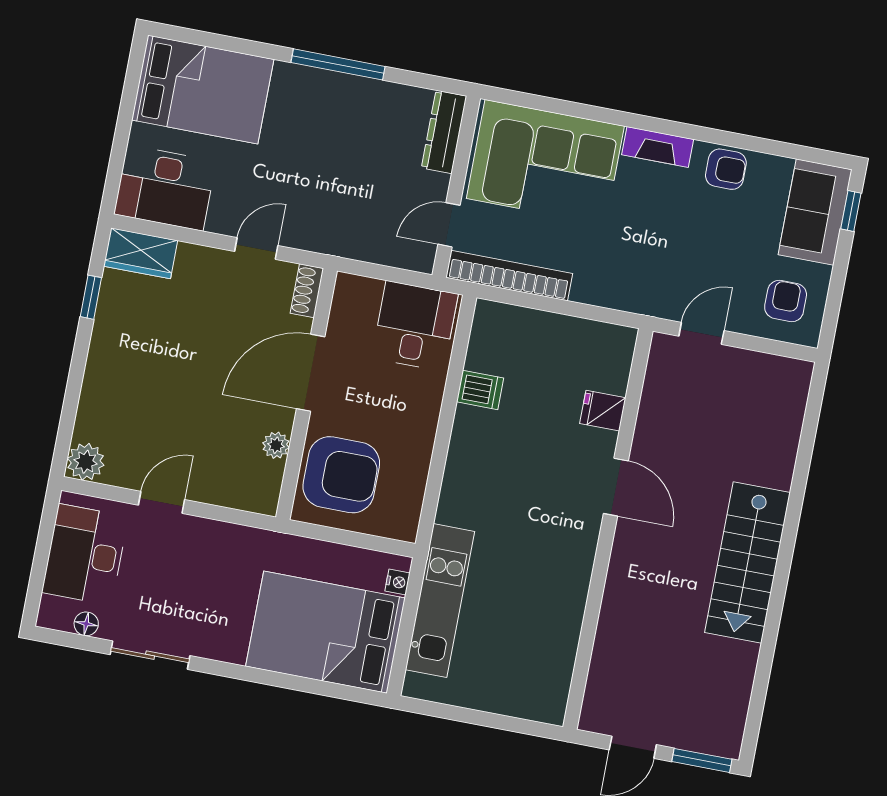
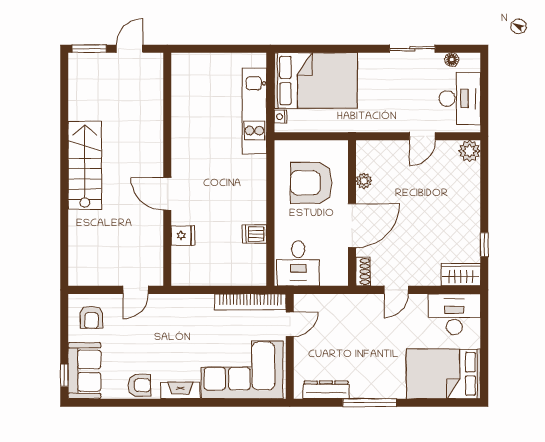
dresser: (444, 132) -> (326, 390), moved, turned -90
armchair: (726, 169) -> (139, 385), turned 180
armchair: (341, 475) -> (311, 183), moved

